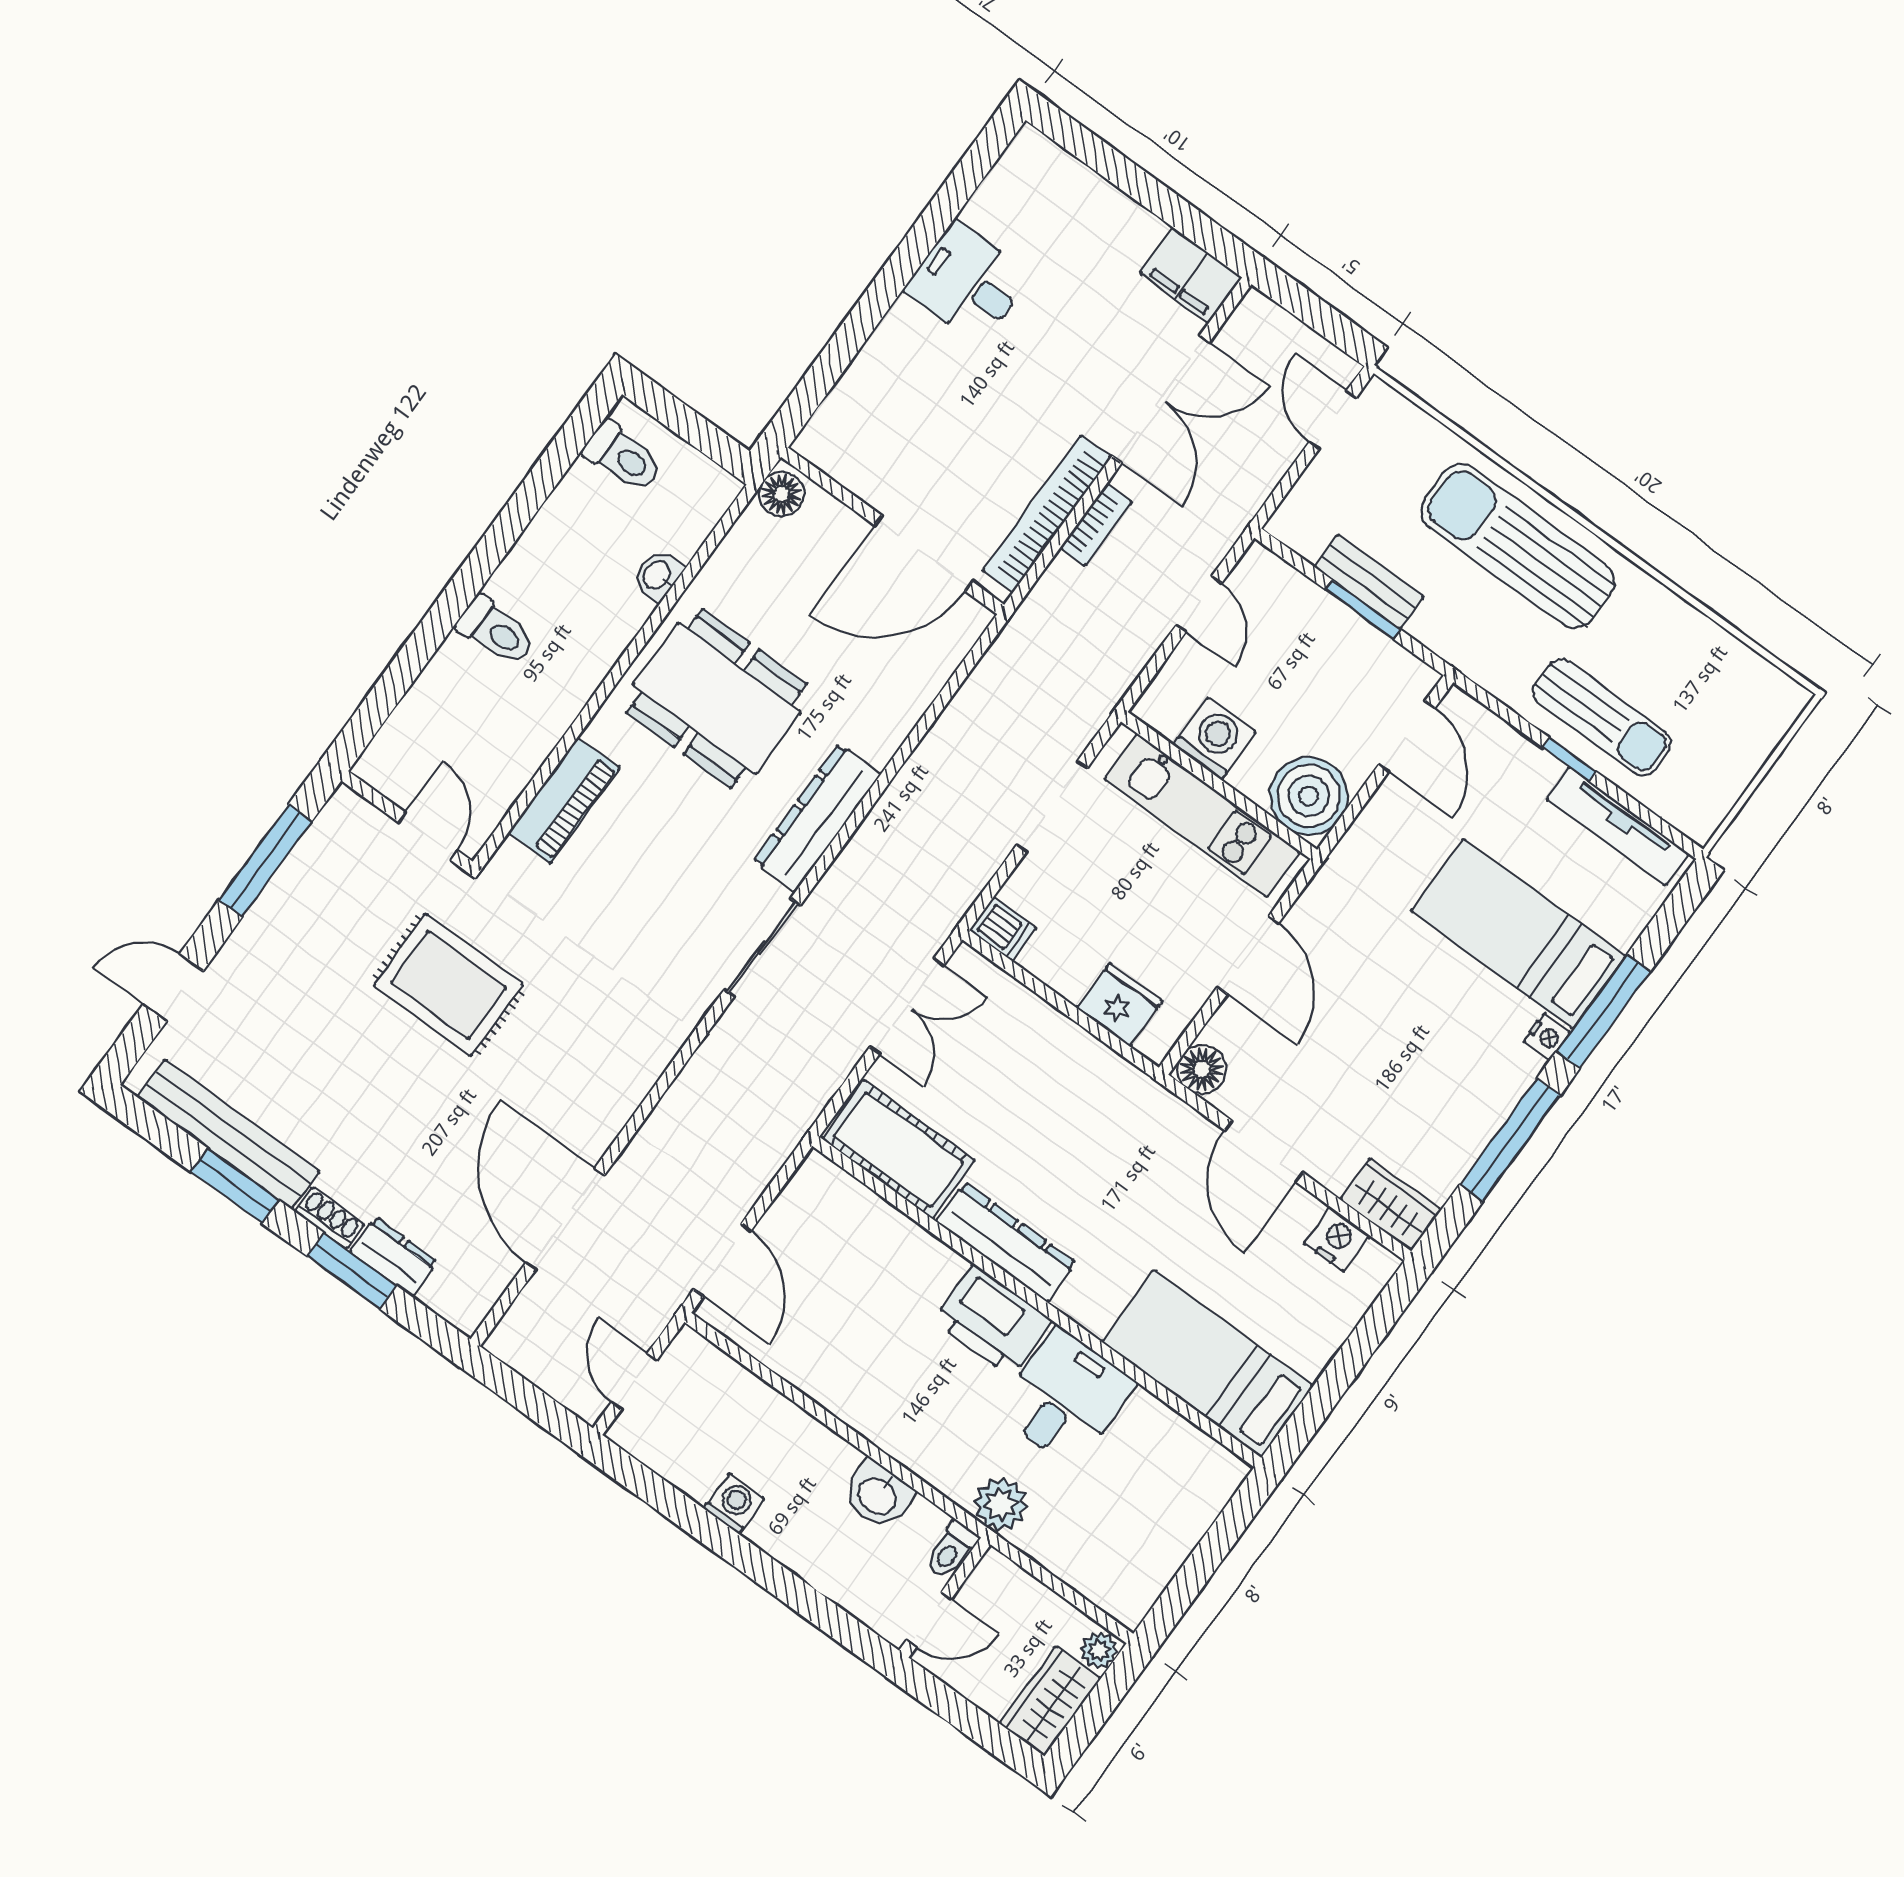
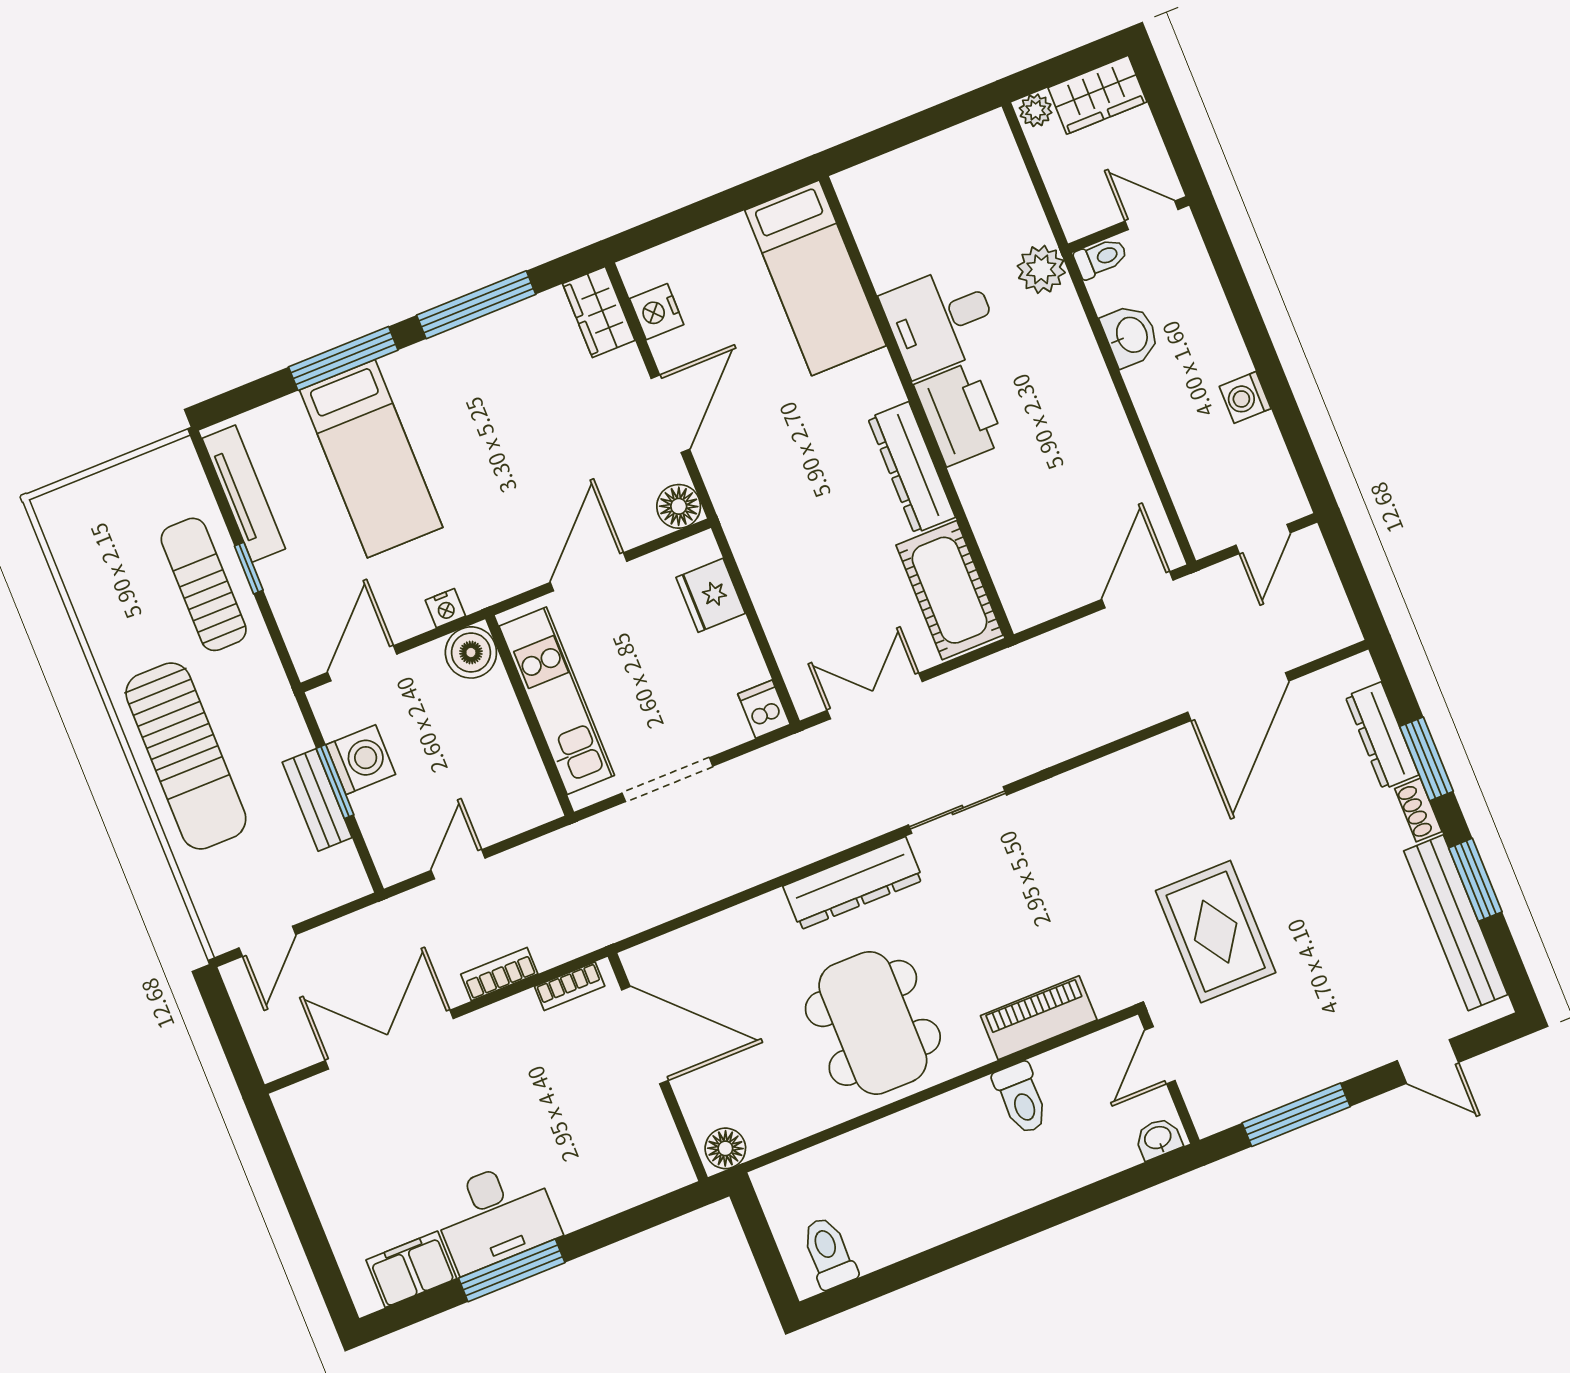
window: (911, 254) -> (512, 1270), added
filing cabinet: (1191, 275) -> (411, 1269), moved, turned -90
desk: (968, 283) -> (495, 1216), width x1.37
bookcase: (1047, 514) -> (570, 986), width x0.43, depth x0.76
washbasin: (658, 575) -> (1158, 1138), moved, turned 180
toilet: (496, 631) -> (1021, 1098), moved, turned 180
washing machine: (1215, 738) -> (361, 760), moved, turned 180
boiler: (1309, 796) -> (471, 652), width x0.73, depth x0.73
nightstand: (1547, 1037) -> (445, 608), moved, turned 180
dresser: (394, 1257) -> (1382, 736), width x1.44

